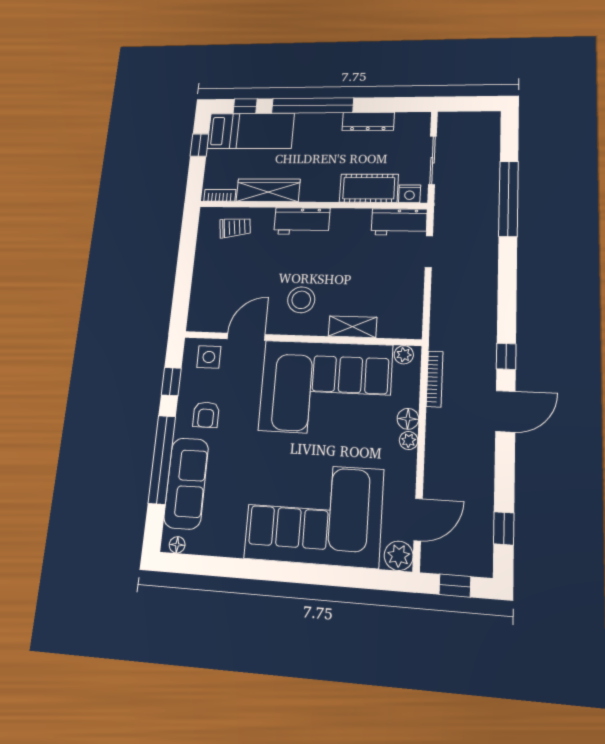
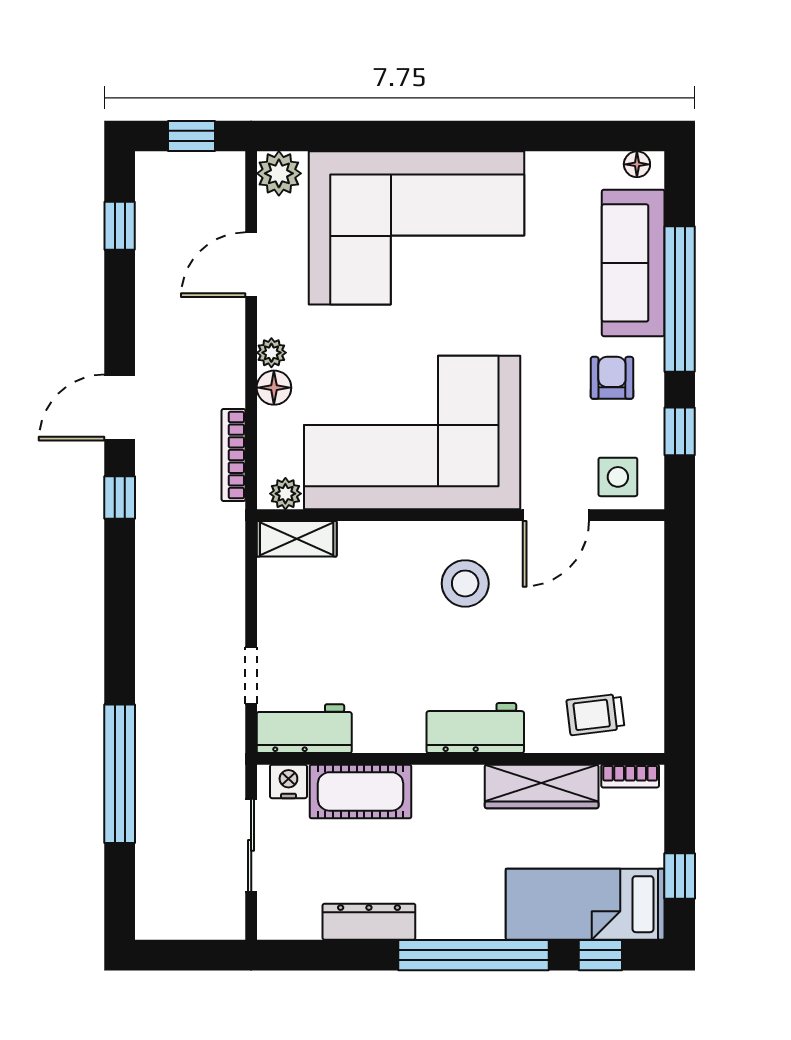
shelving: (353, 327) -> (297, 539), moved
door: (418, 520) -> (251, 265), moved

